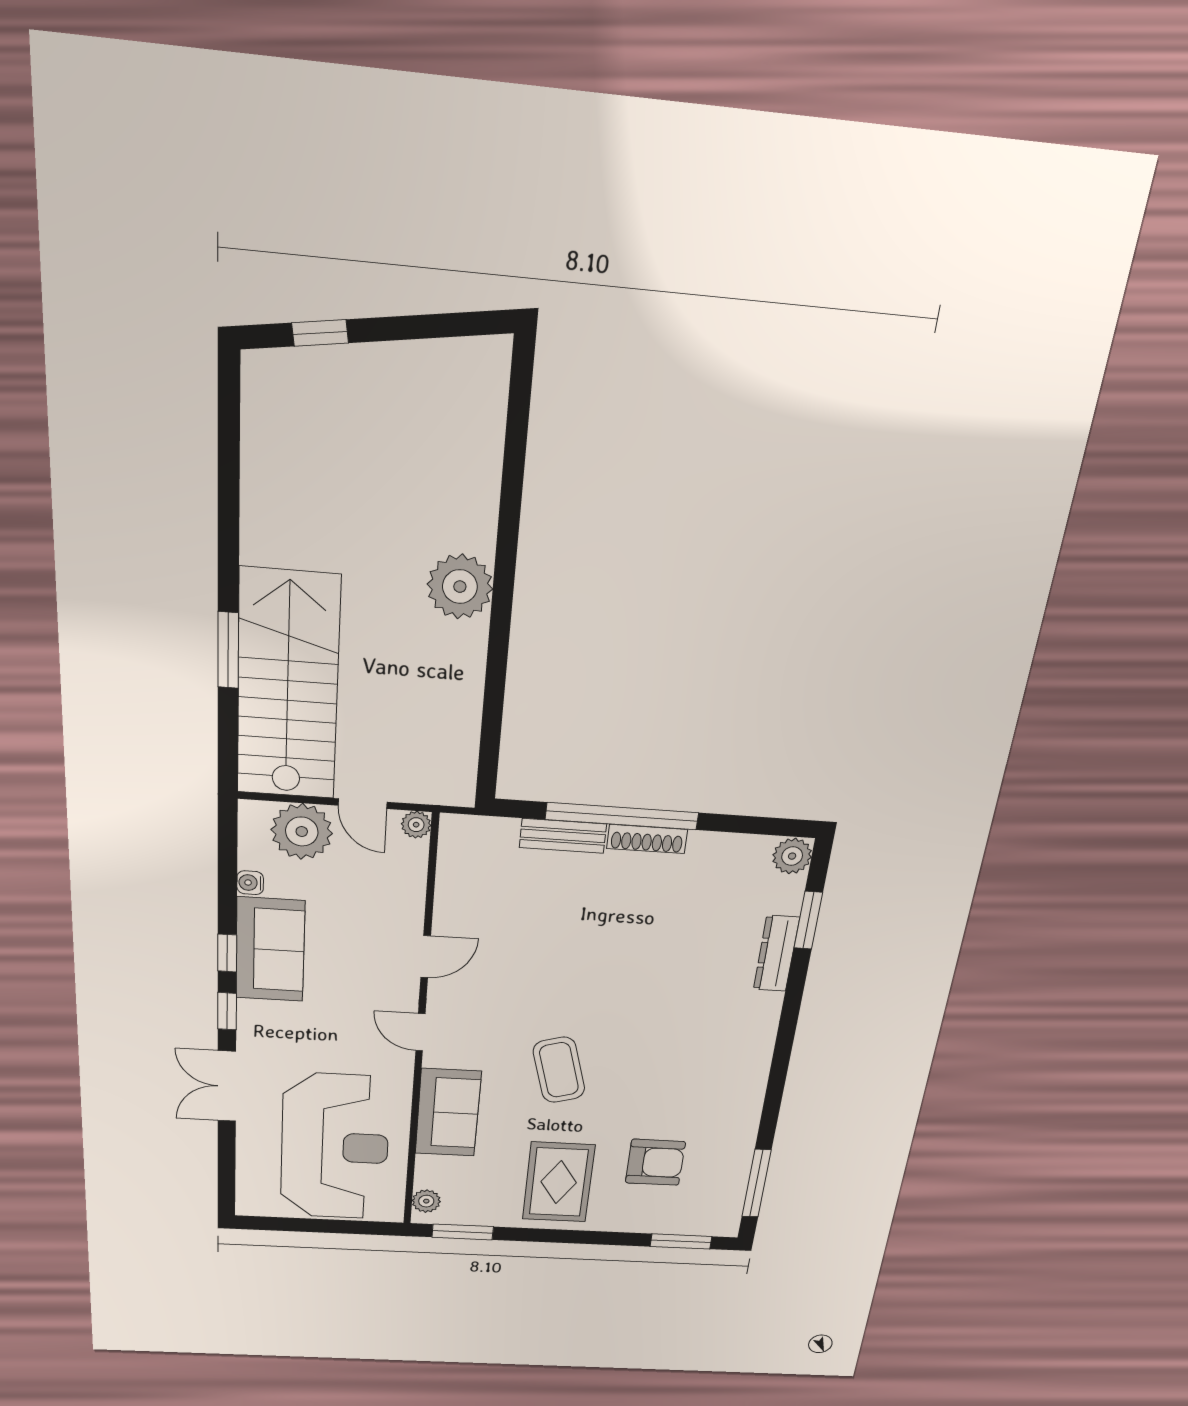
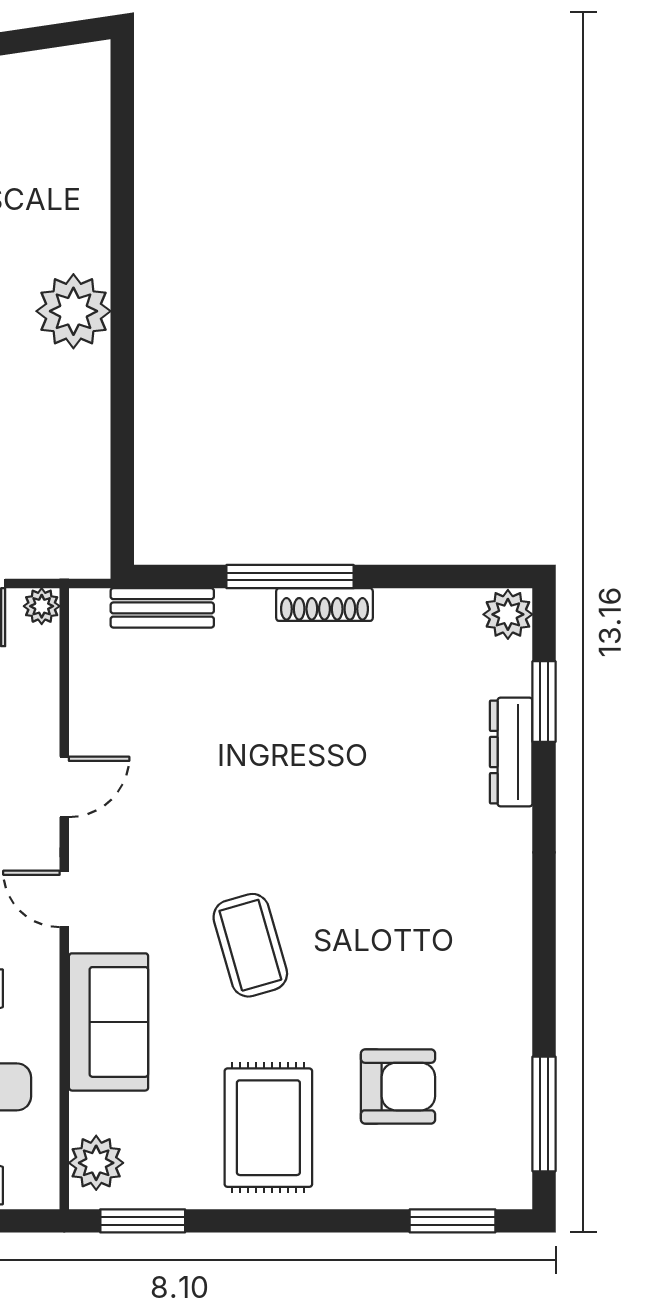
window: (622, 816) -> (290, 577), width x0.68
bench: (563, 836) -> (162, 608), moved
plant: (426, 1201) -> (96, 1163), width x1.38, depth x1.38

